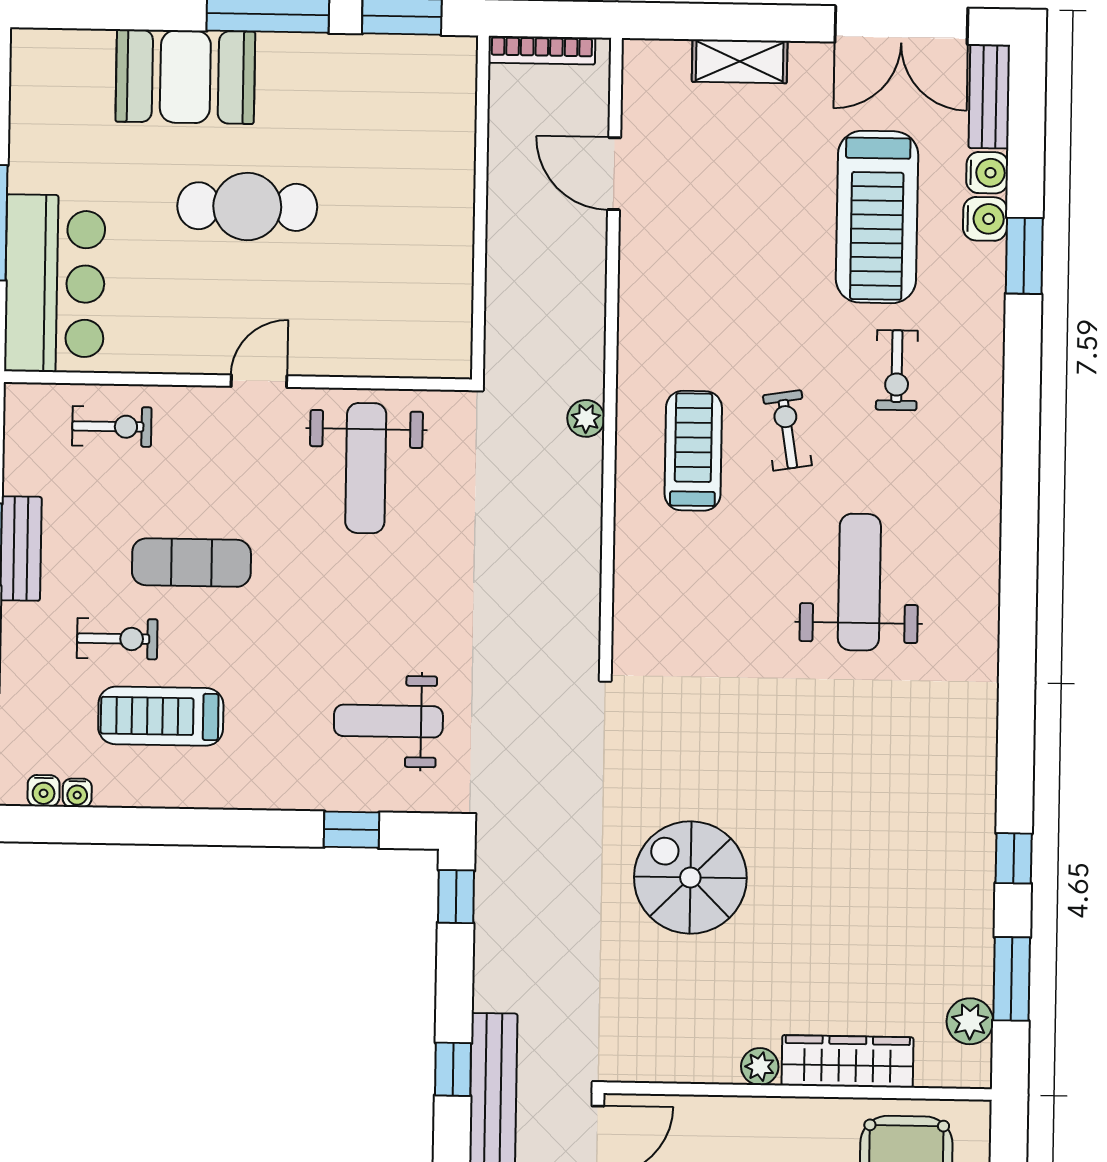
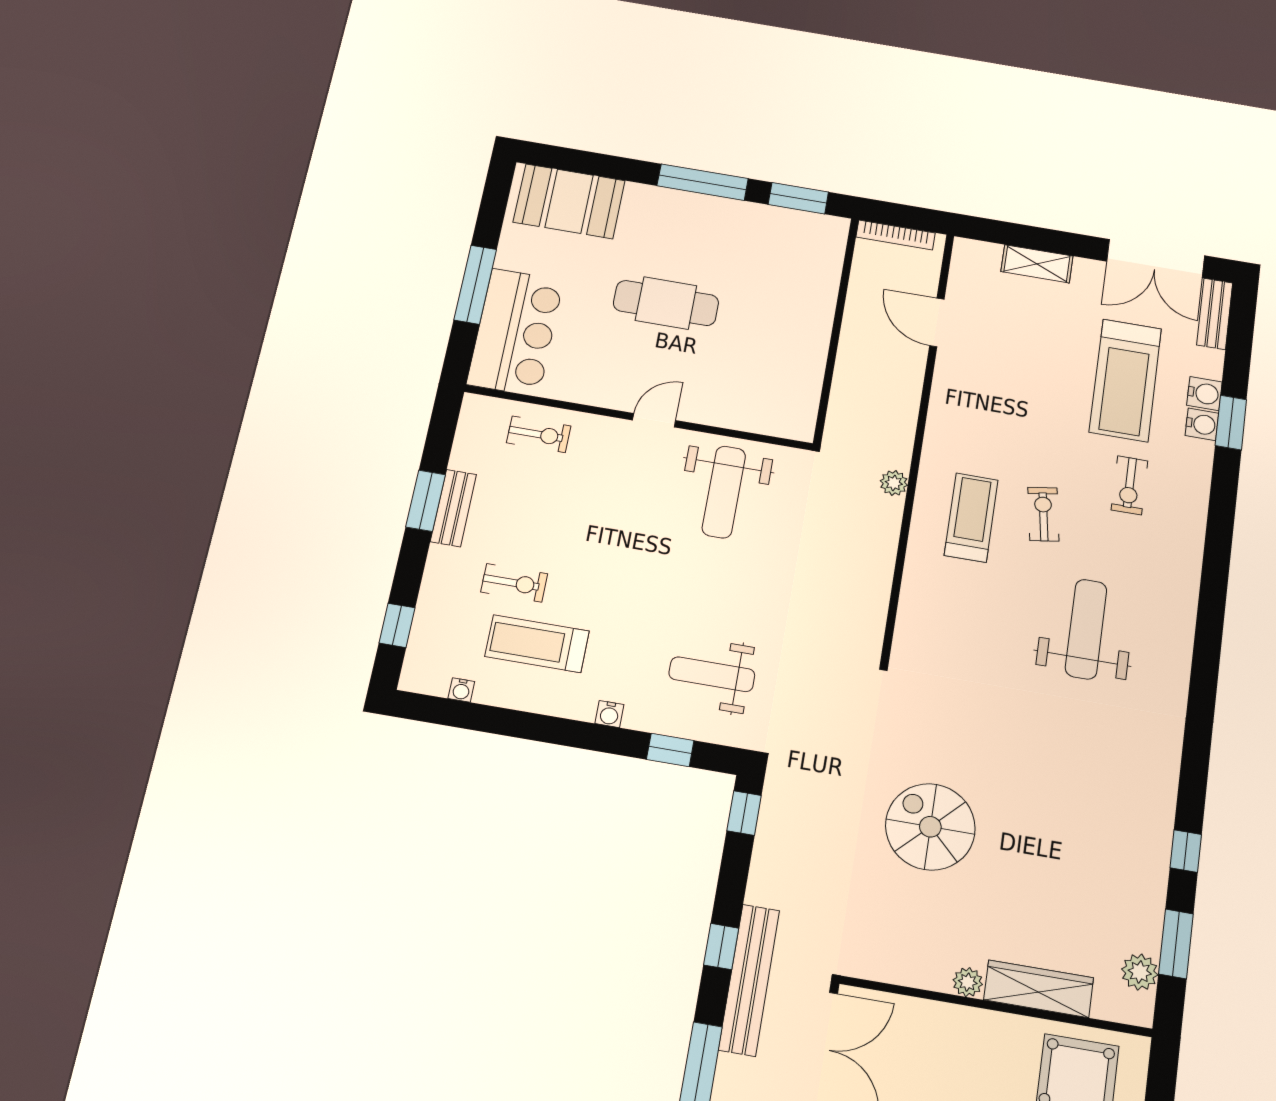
booth: (185, 77) -> (569, 201), moved
water cooler: (987, 173) -> (1202, 424), moved
exercise mat: (191, 563) -> (581, 538), removed
water cooler: (44, 791) -> (609, 714), moved

